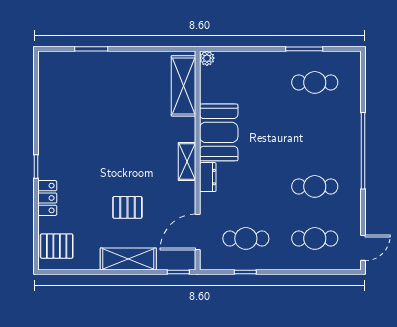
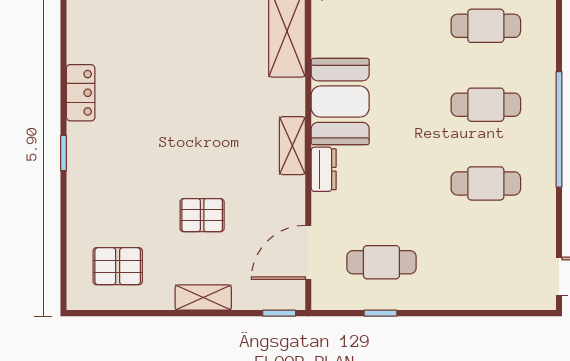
locker: (47, 198) -> (81, 93), moved
cafe table: (315, 238) -> (486, 105), moved
pallet: (57, 246) -> (118, 266), moved
shelving: (128, 259) -> (203, 298), width x0.67, depth x0.75

